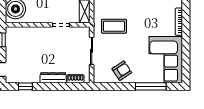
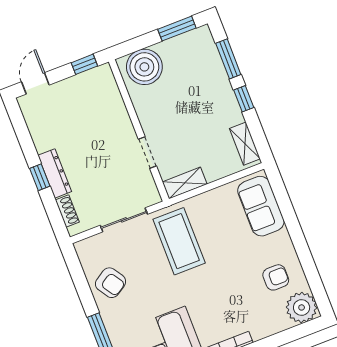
coffee table: (114, 26) -> (179, 241), width x1.36, depth x1.32
window: (25, 86) -> (40, 177), moved

